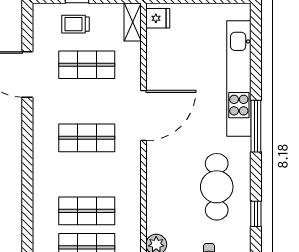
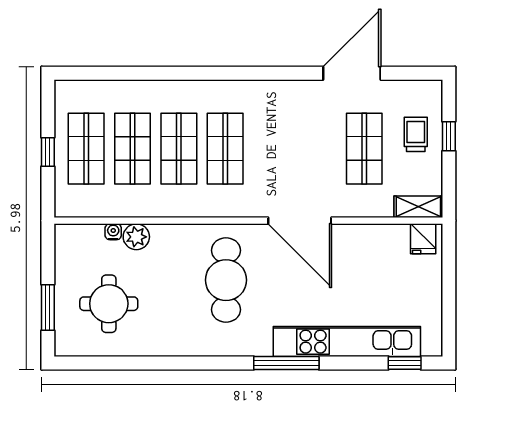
shop shelf: (87, 138) -> (225, 149), moved
cafe table: (217, 187) -> (226, 280), moved, turned 90
window: (256, 214) -> (405, 363), moved

